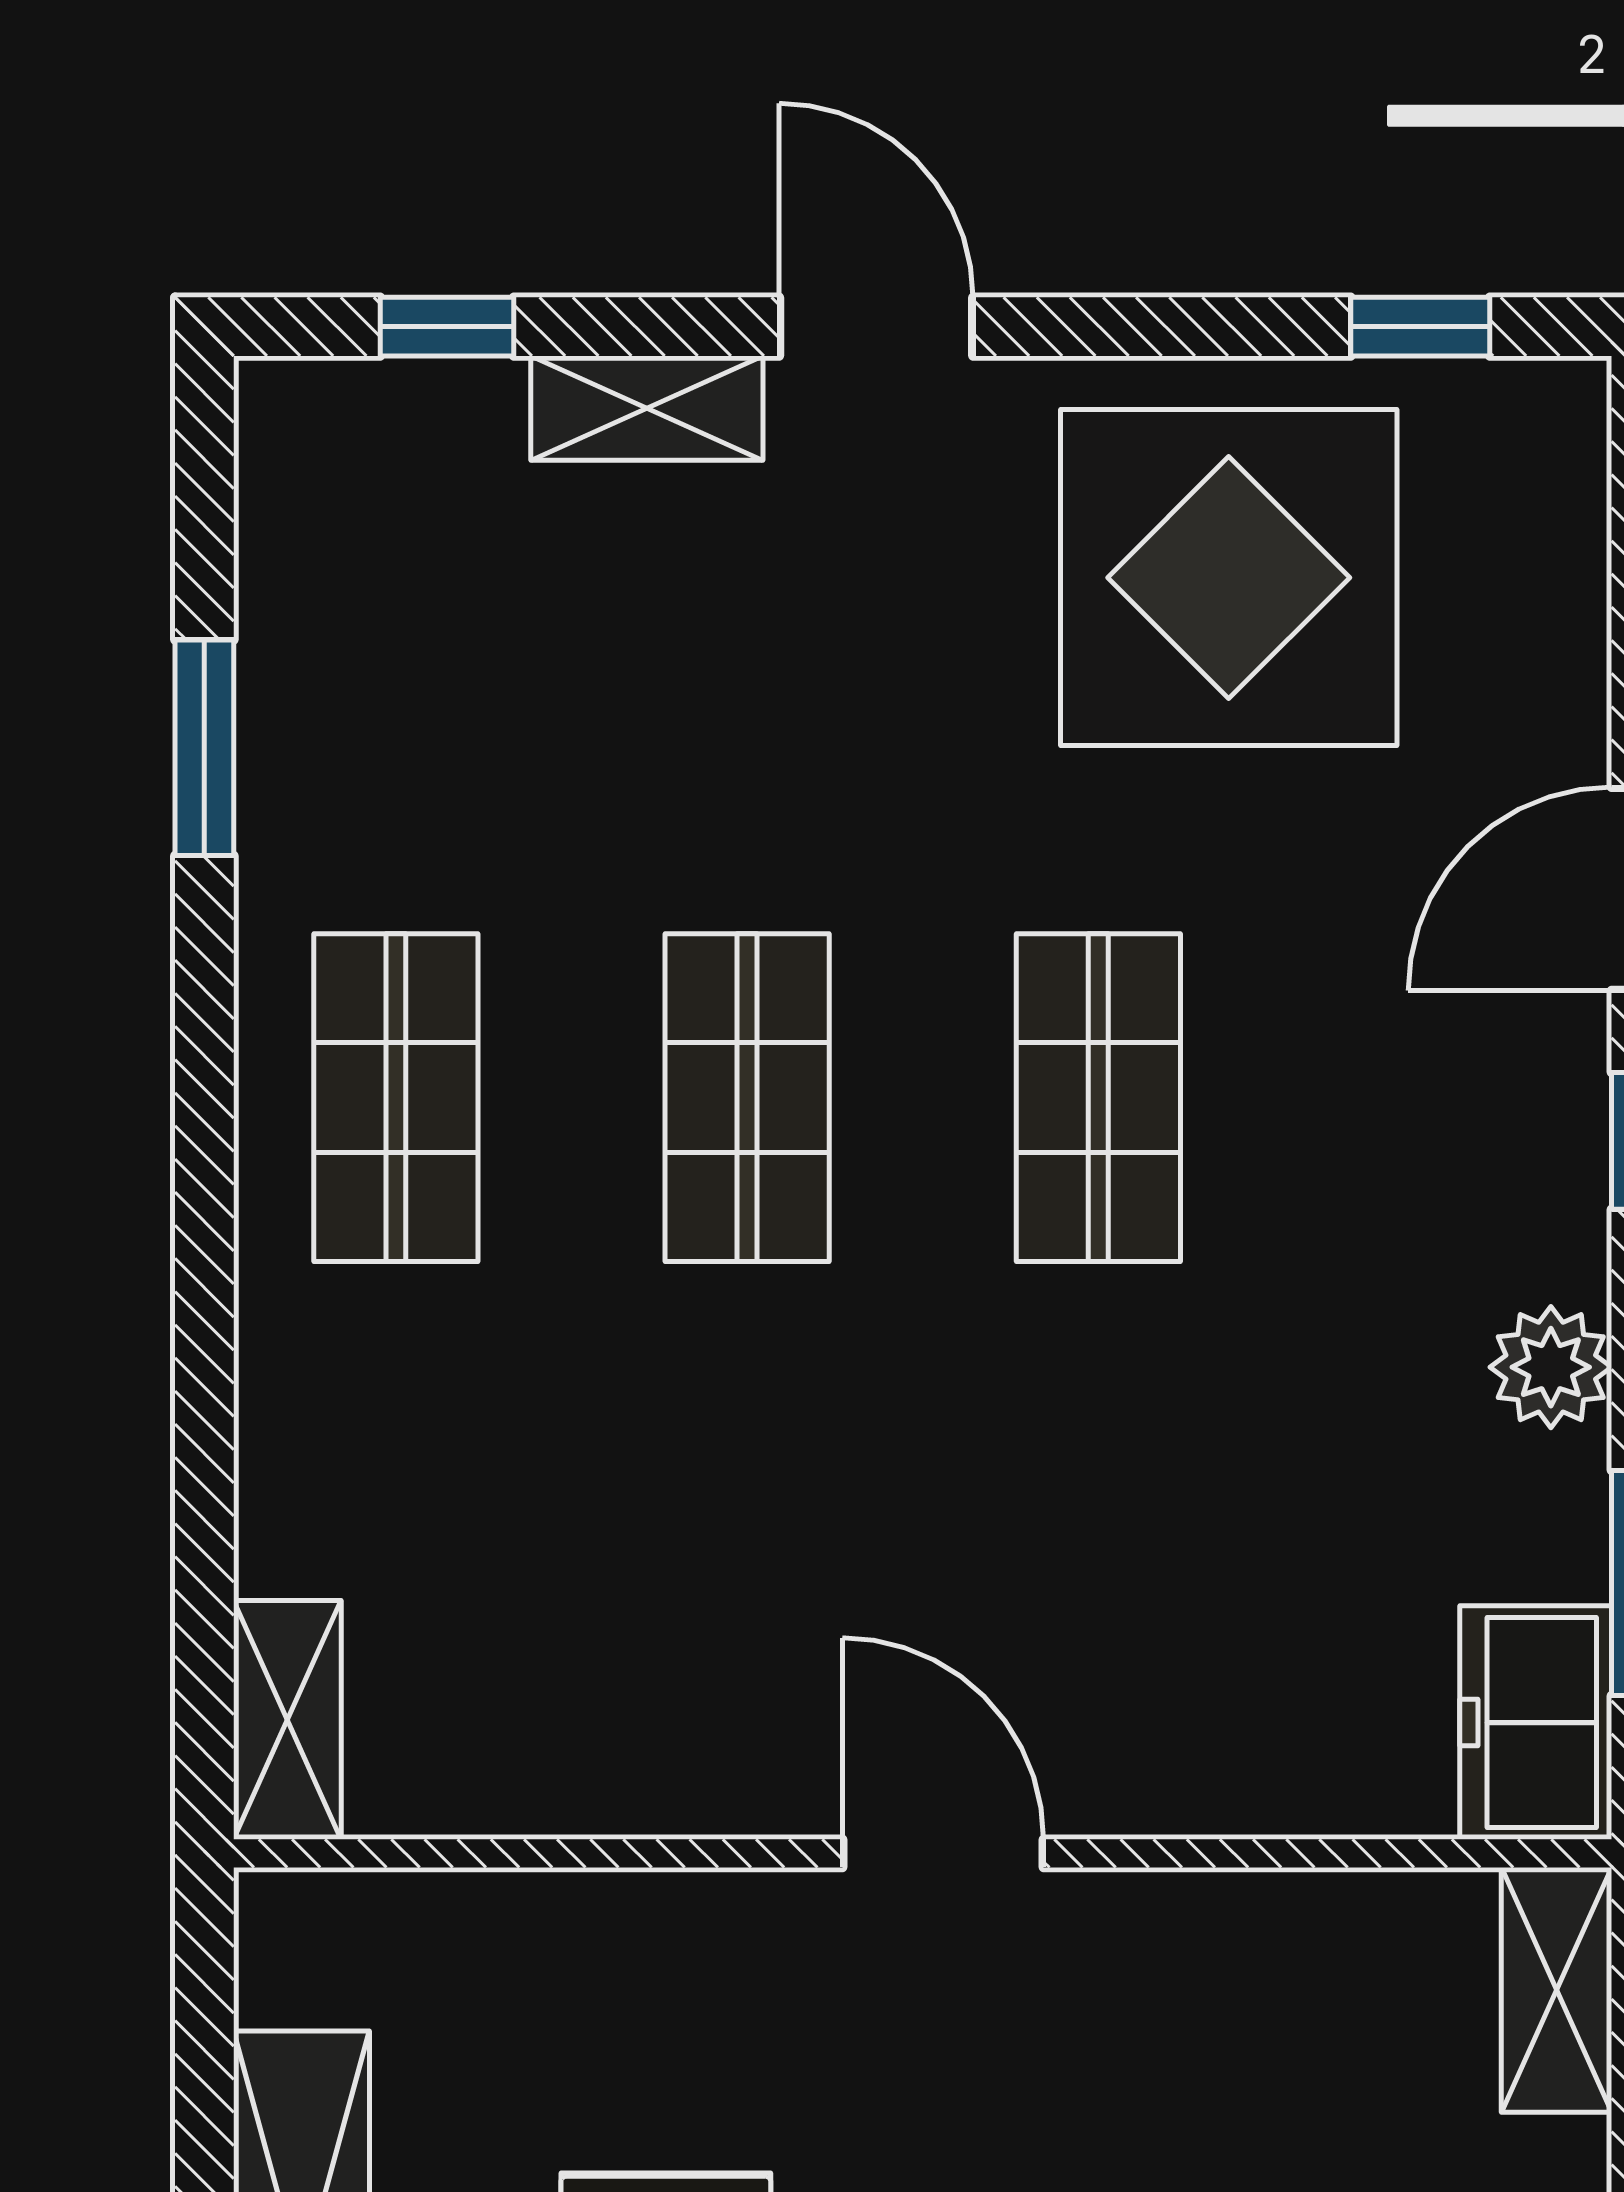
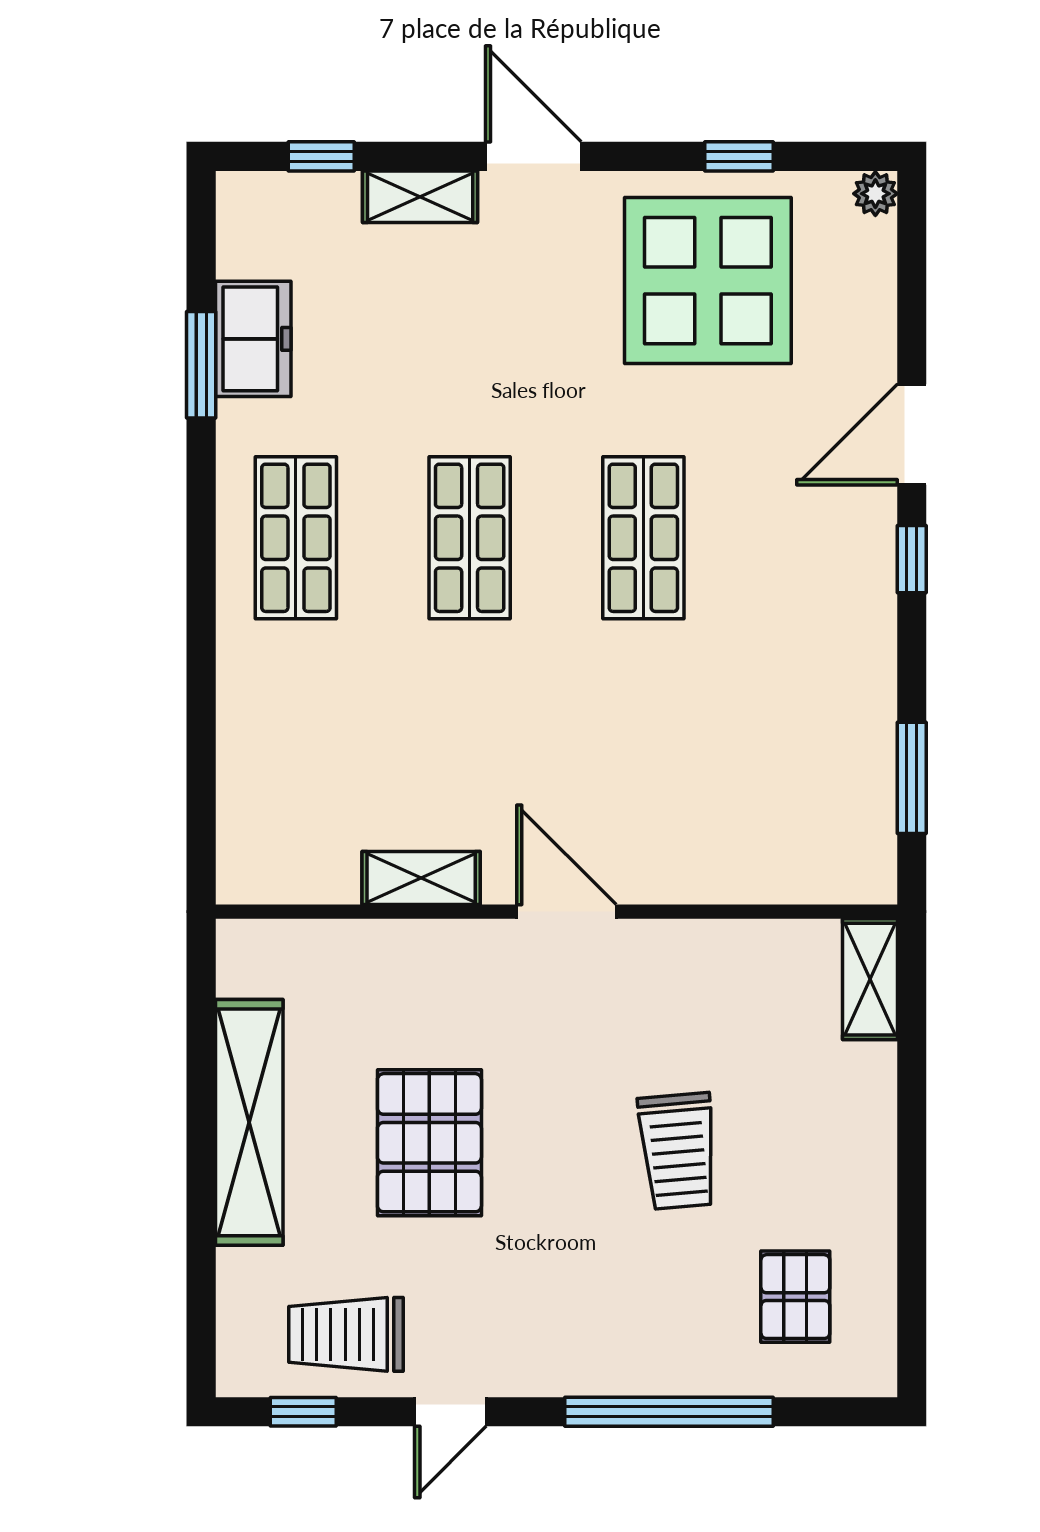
window: (1420, 327) -> (739, 156), moved
plant: (1551, 1367) -> (875, 194), moved, width x0.73, depth x0.73
shelving: (287, 1720) -> (421, 878), moved, turned 90
freezer: (1536, 1723) -> (253, 339), moved, turned 180

